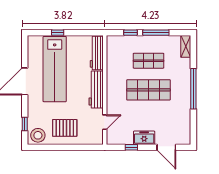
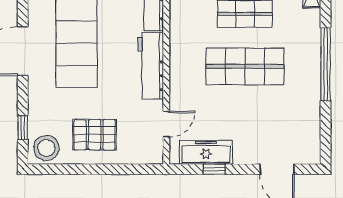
freezer: (144, 138) -> (206, 152), moved, width x1.40

